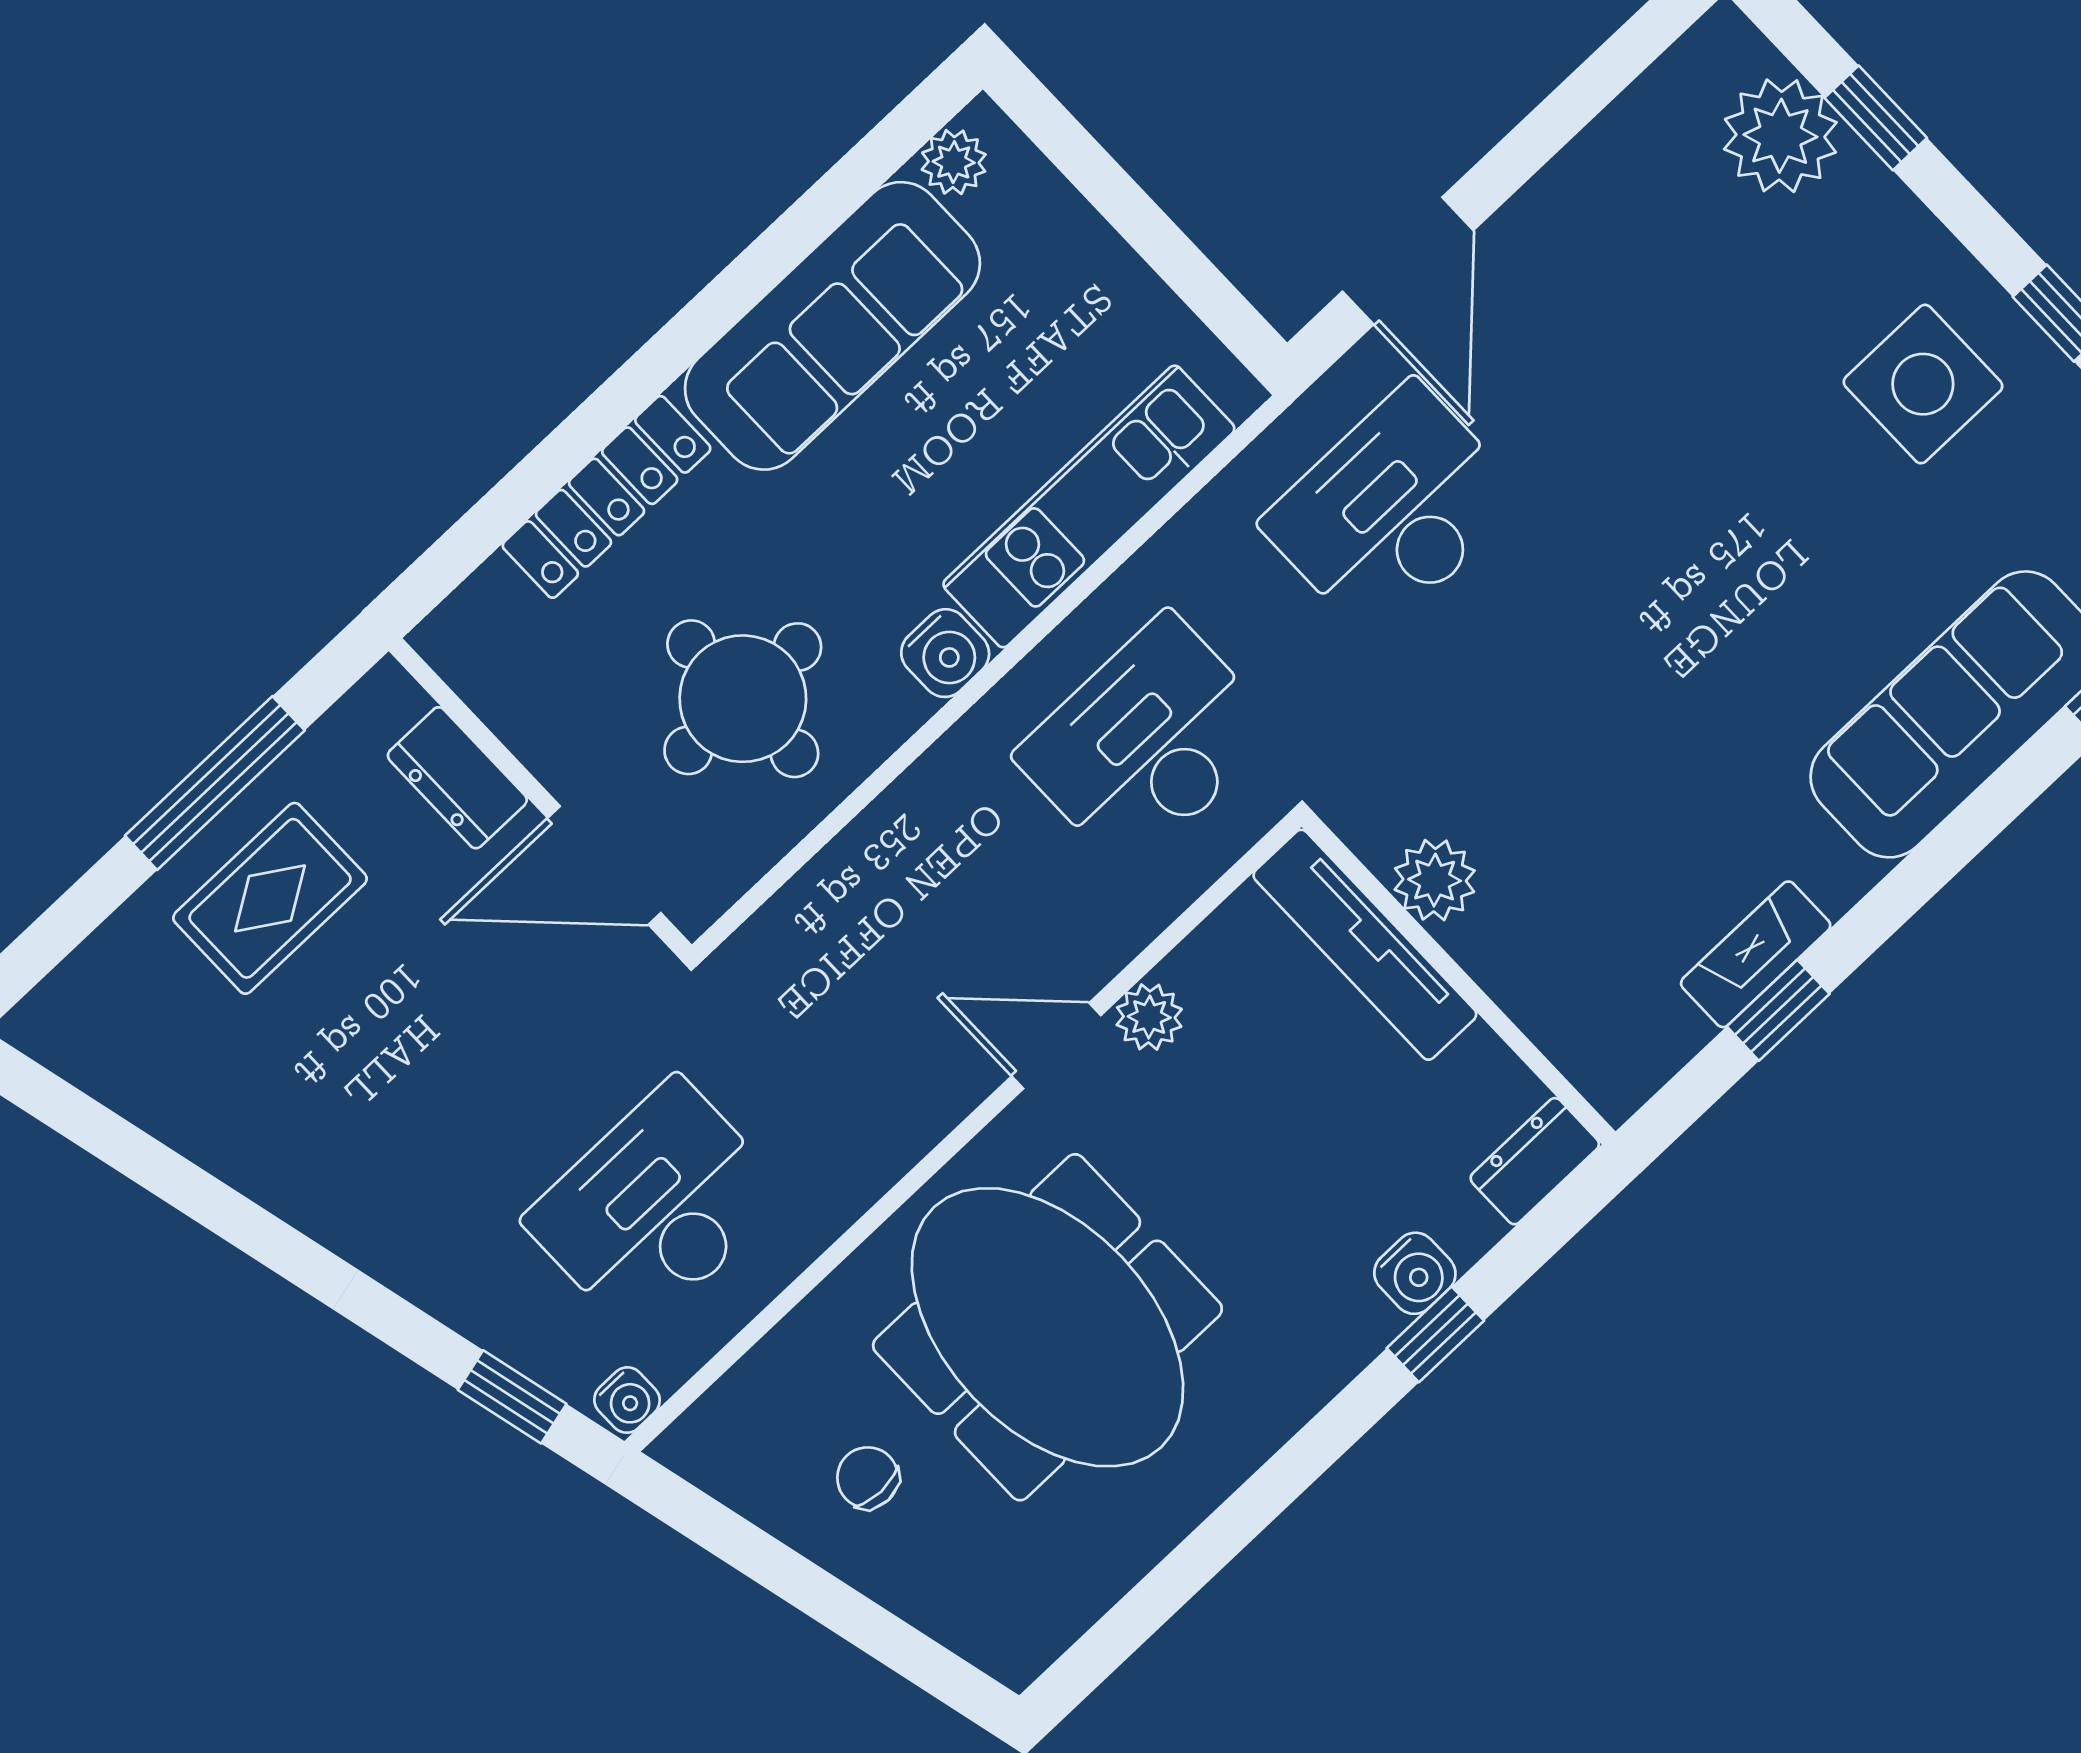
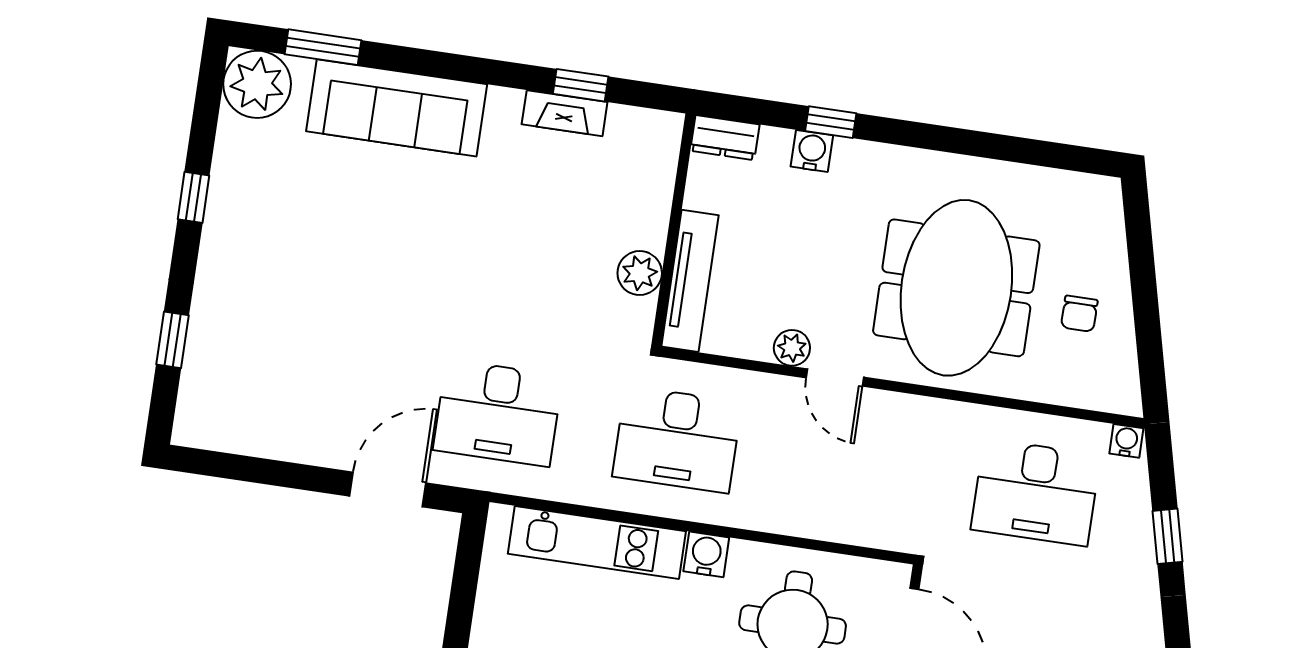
plant: (1780, 136) -> (212, 374), removed
side table: (1923, 384) -> (269, 232), removed
window: (512, 1397) -> (1167, 536), moved

